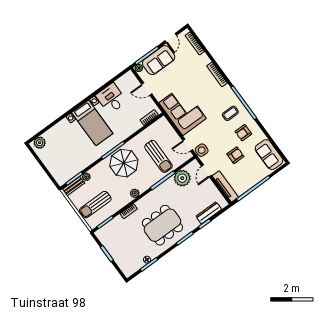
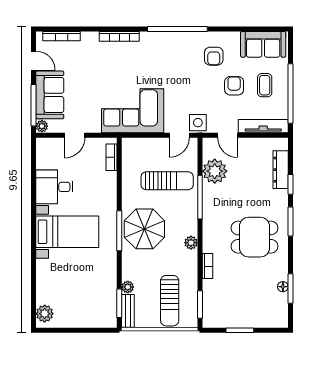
coffee table: (230, 113) -> (265, 85), moved
dining table: (162, 225) -> (255, 237), width x0.73

